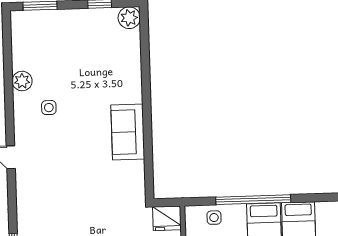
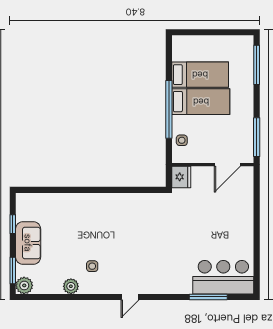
plant: (129, 18) -> (24, 285), moved
sofa: (128, 132) -> (28, 243), moved, turned -90

